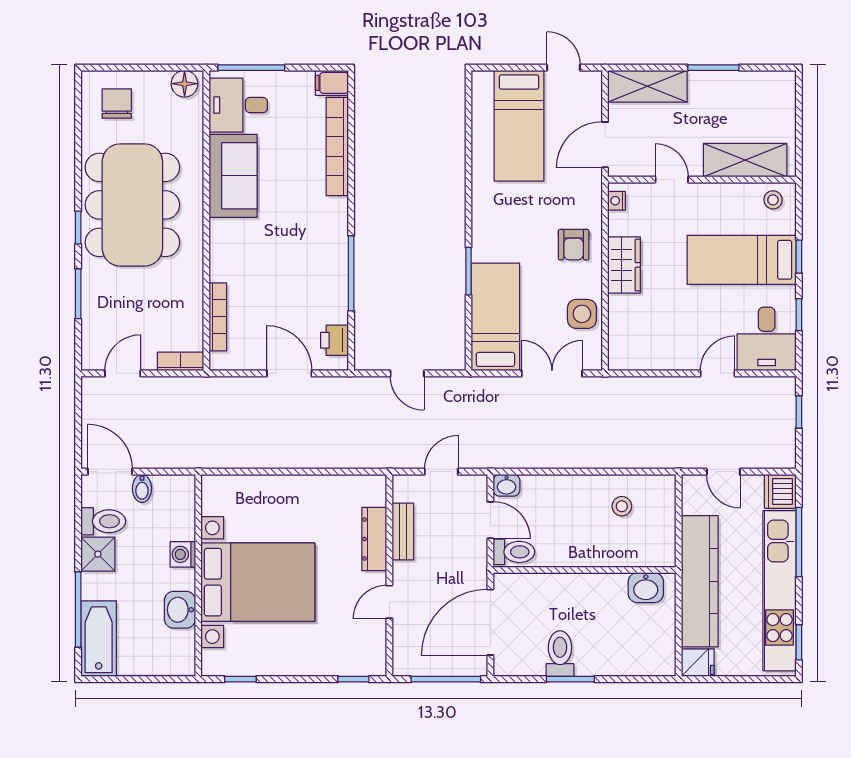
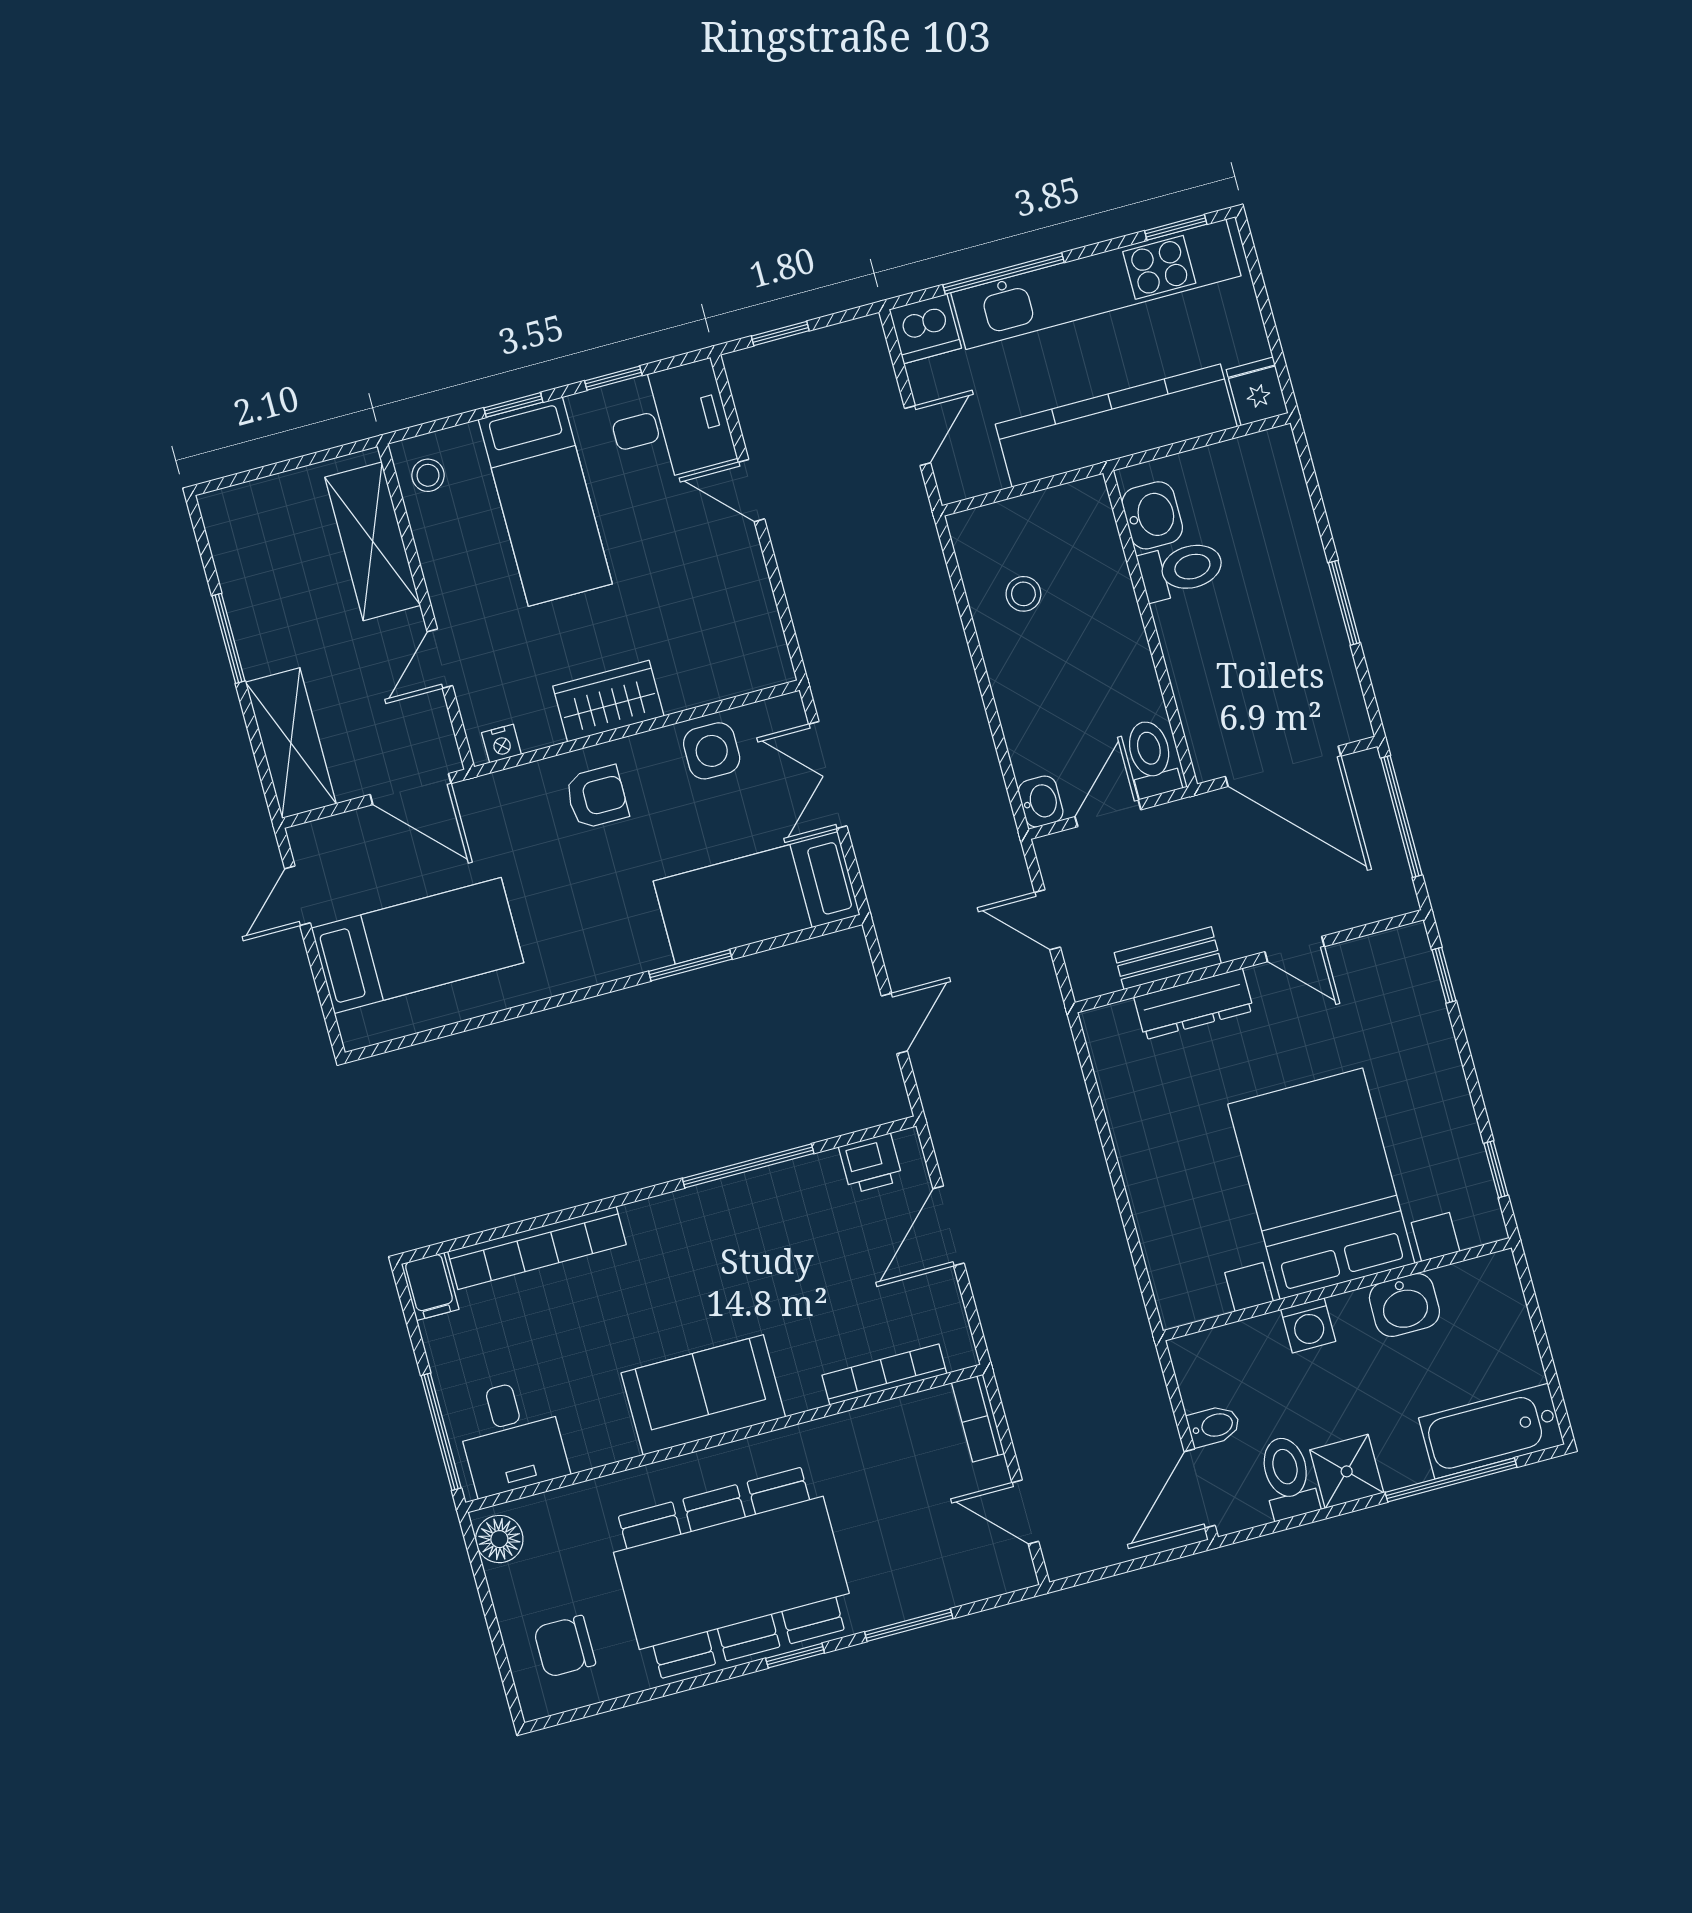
sofa: (233, 176) -> (703, 1395), moved
toilet: (560, 654) -> (1181, 570), moved, turned 180

